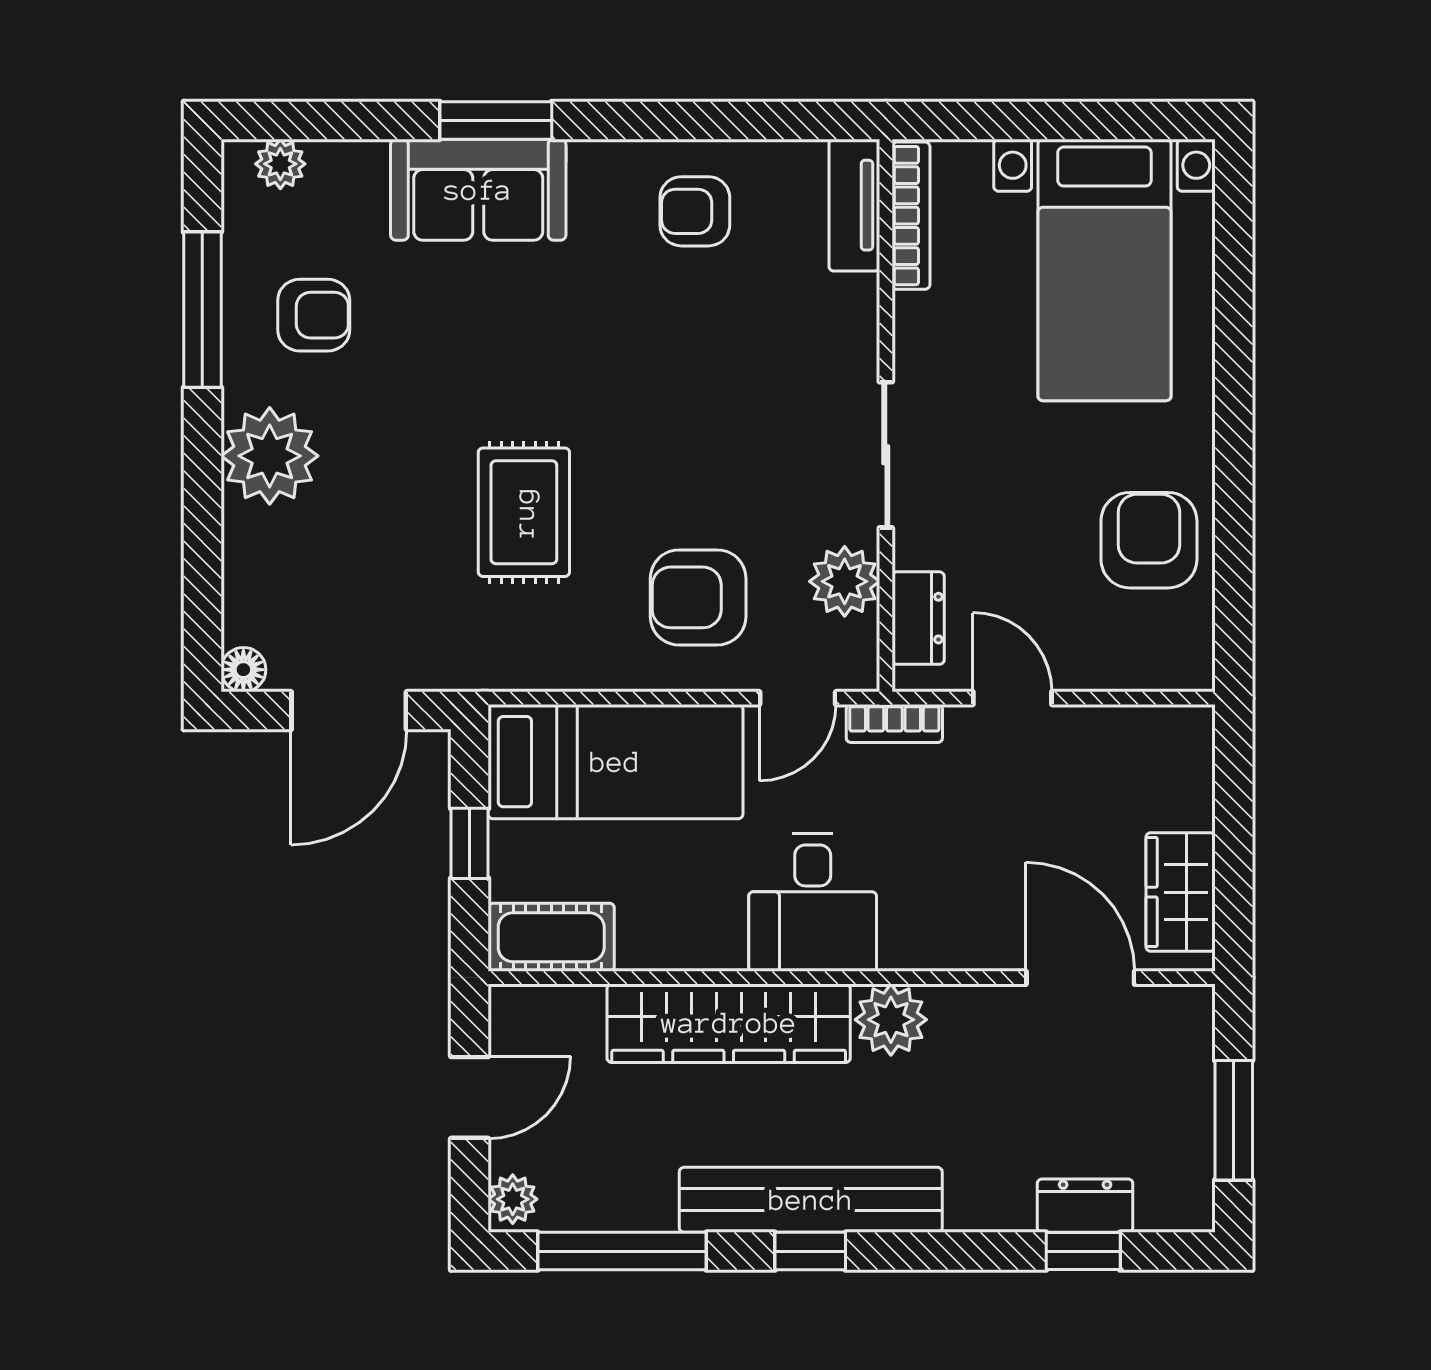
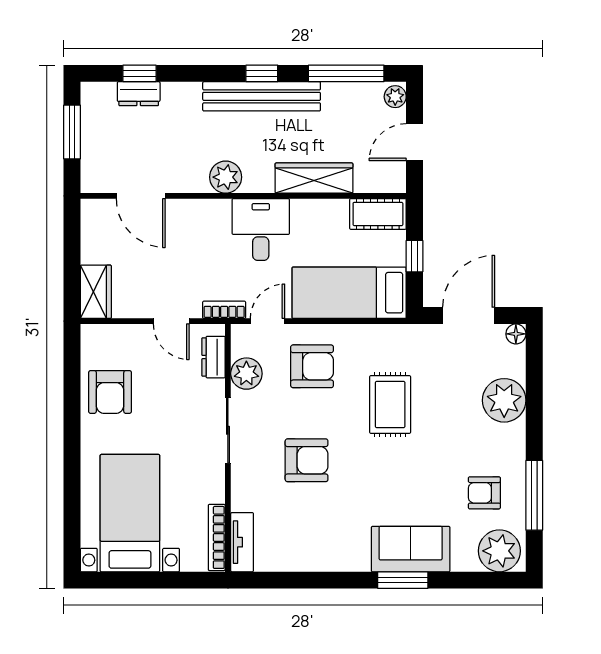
plant: (280, 164) -> (499, 551), width x1.87, depth x1.87
armchair: (695, 211) -> (307, 460), moved, width x1.38, depth x1.38
plant: (270, 456) -> (504, 400), moved
wardrobe: (1181, 892) -> (96, 292), moved
wardrobe: (729, 1023) -> (314, 178), width x0.71, depth x0.85

